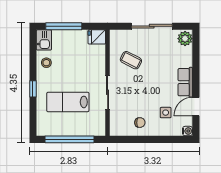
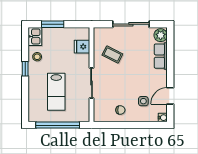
window: (64, 26) -> (53, 24), width x0.69
fridge: (97, 37) -> (82, 47), moved
row of seats: (185, 82) -> (161, 56), moved
window: (33, 89) -> (25, 69), moved
lab bench: (68, 102) -> (56, 92), turned -90

